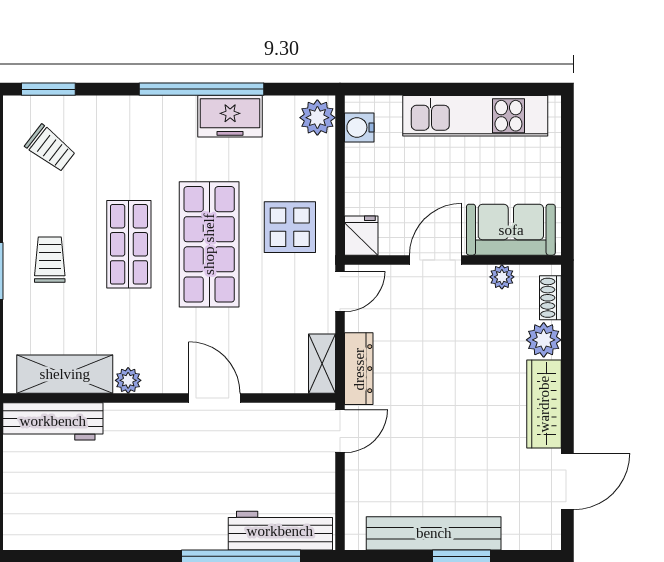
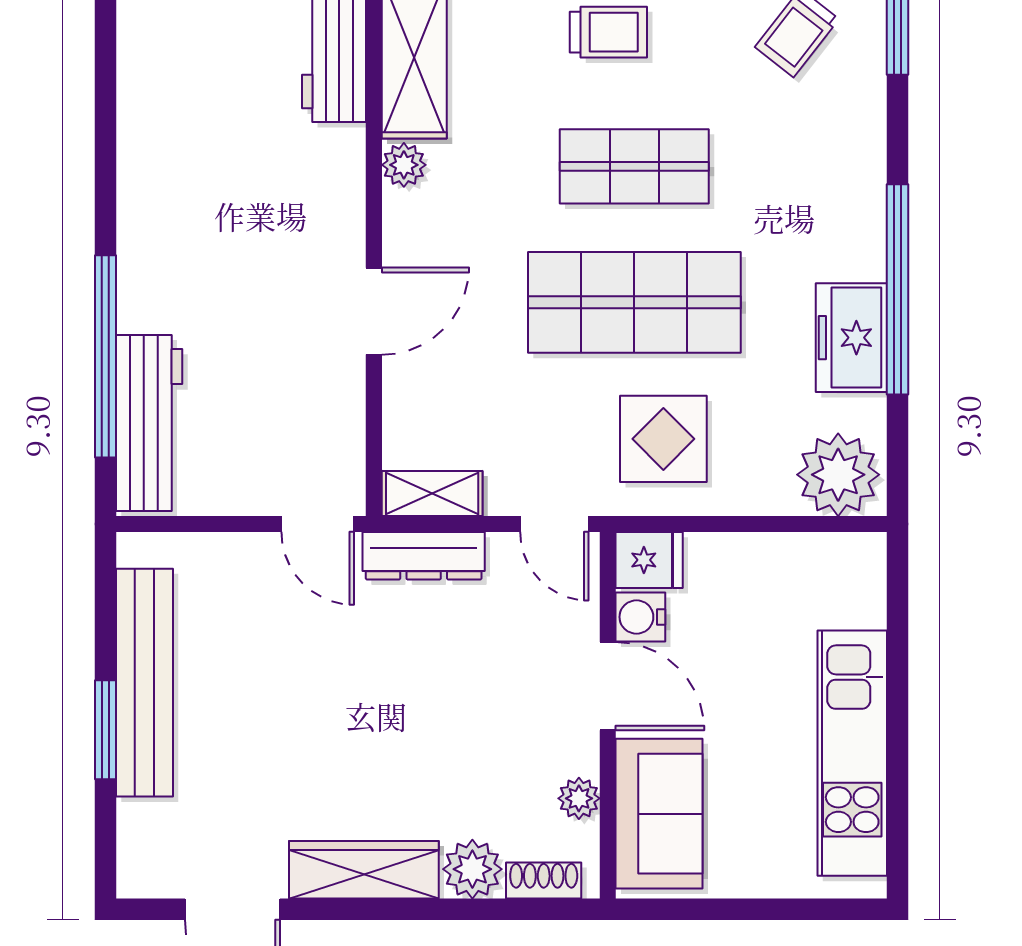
plant: (317, 118) -> (838, 475), width x1.36, depth x1.36
water cooler: (359, 127) -> (640, 617), moved, turned -90

